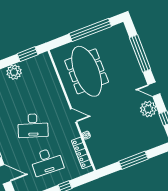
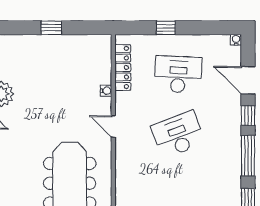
desk: (33, 126) -> (178, 135), turned -39
window: (133, 160) -> (51, 28), width x0.46

